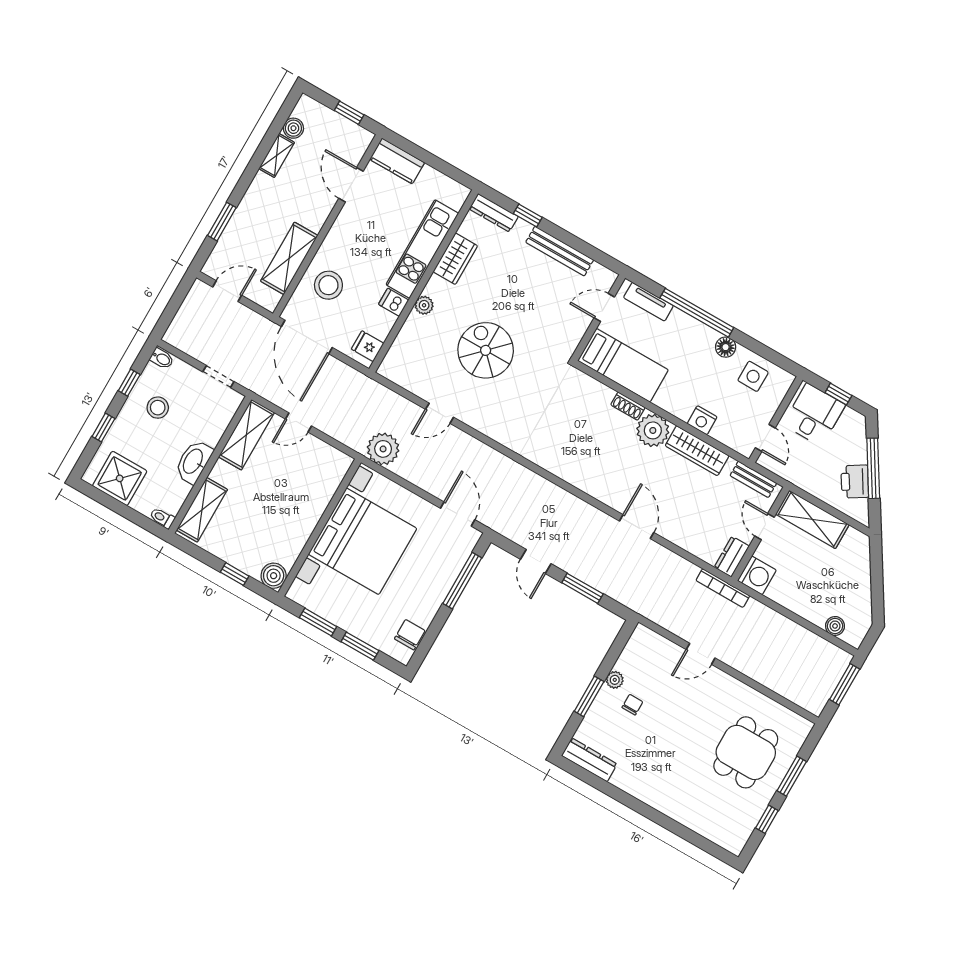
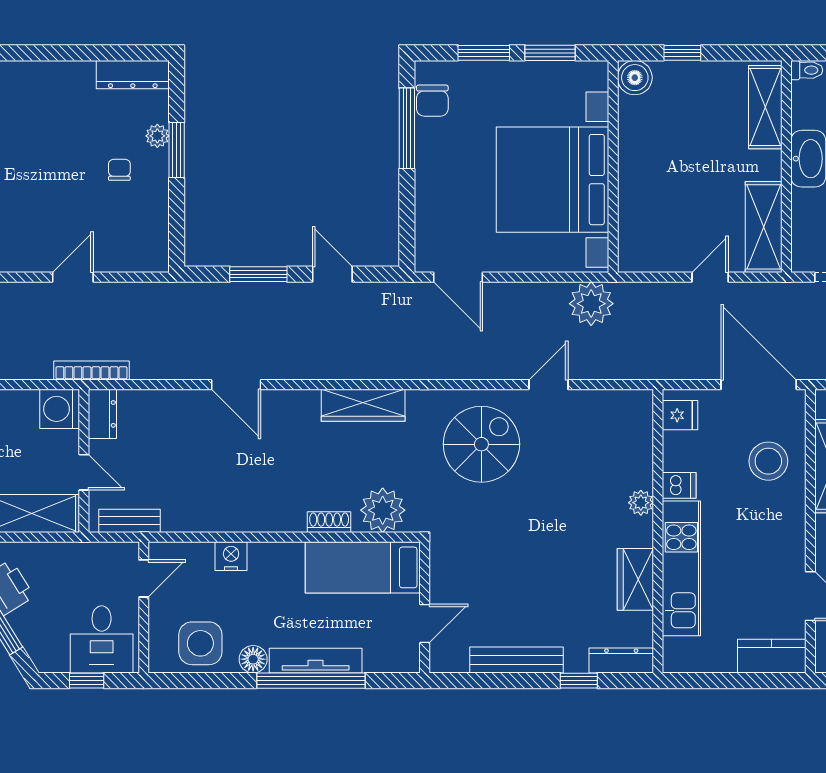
tv unit: (648, 302) -> (316, 661), moved, width x1.41
spiral stairs: (486, 350) -> (481, 444), moved, turned -90
side table: (753, 376) -> (200, 643), width x1.37, depth x1.37
plant: (653, 430) -> (383, 510), moved
door: (765, 438) -> (144, 578), swing flipped
wardrobe: (697, 451) -> (363, 405), moved, turned 180
window: (462, 581) -> (407, 128), moved
plant: (615, 680) -> (157, 136), moved
chair: (632, 705) -> (119, 170), turned 180

